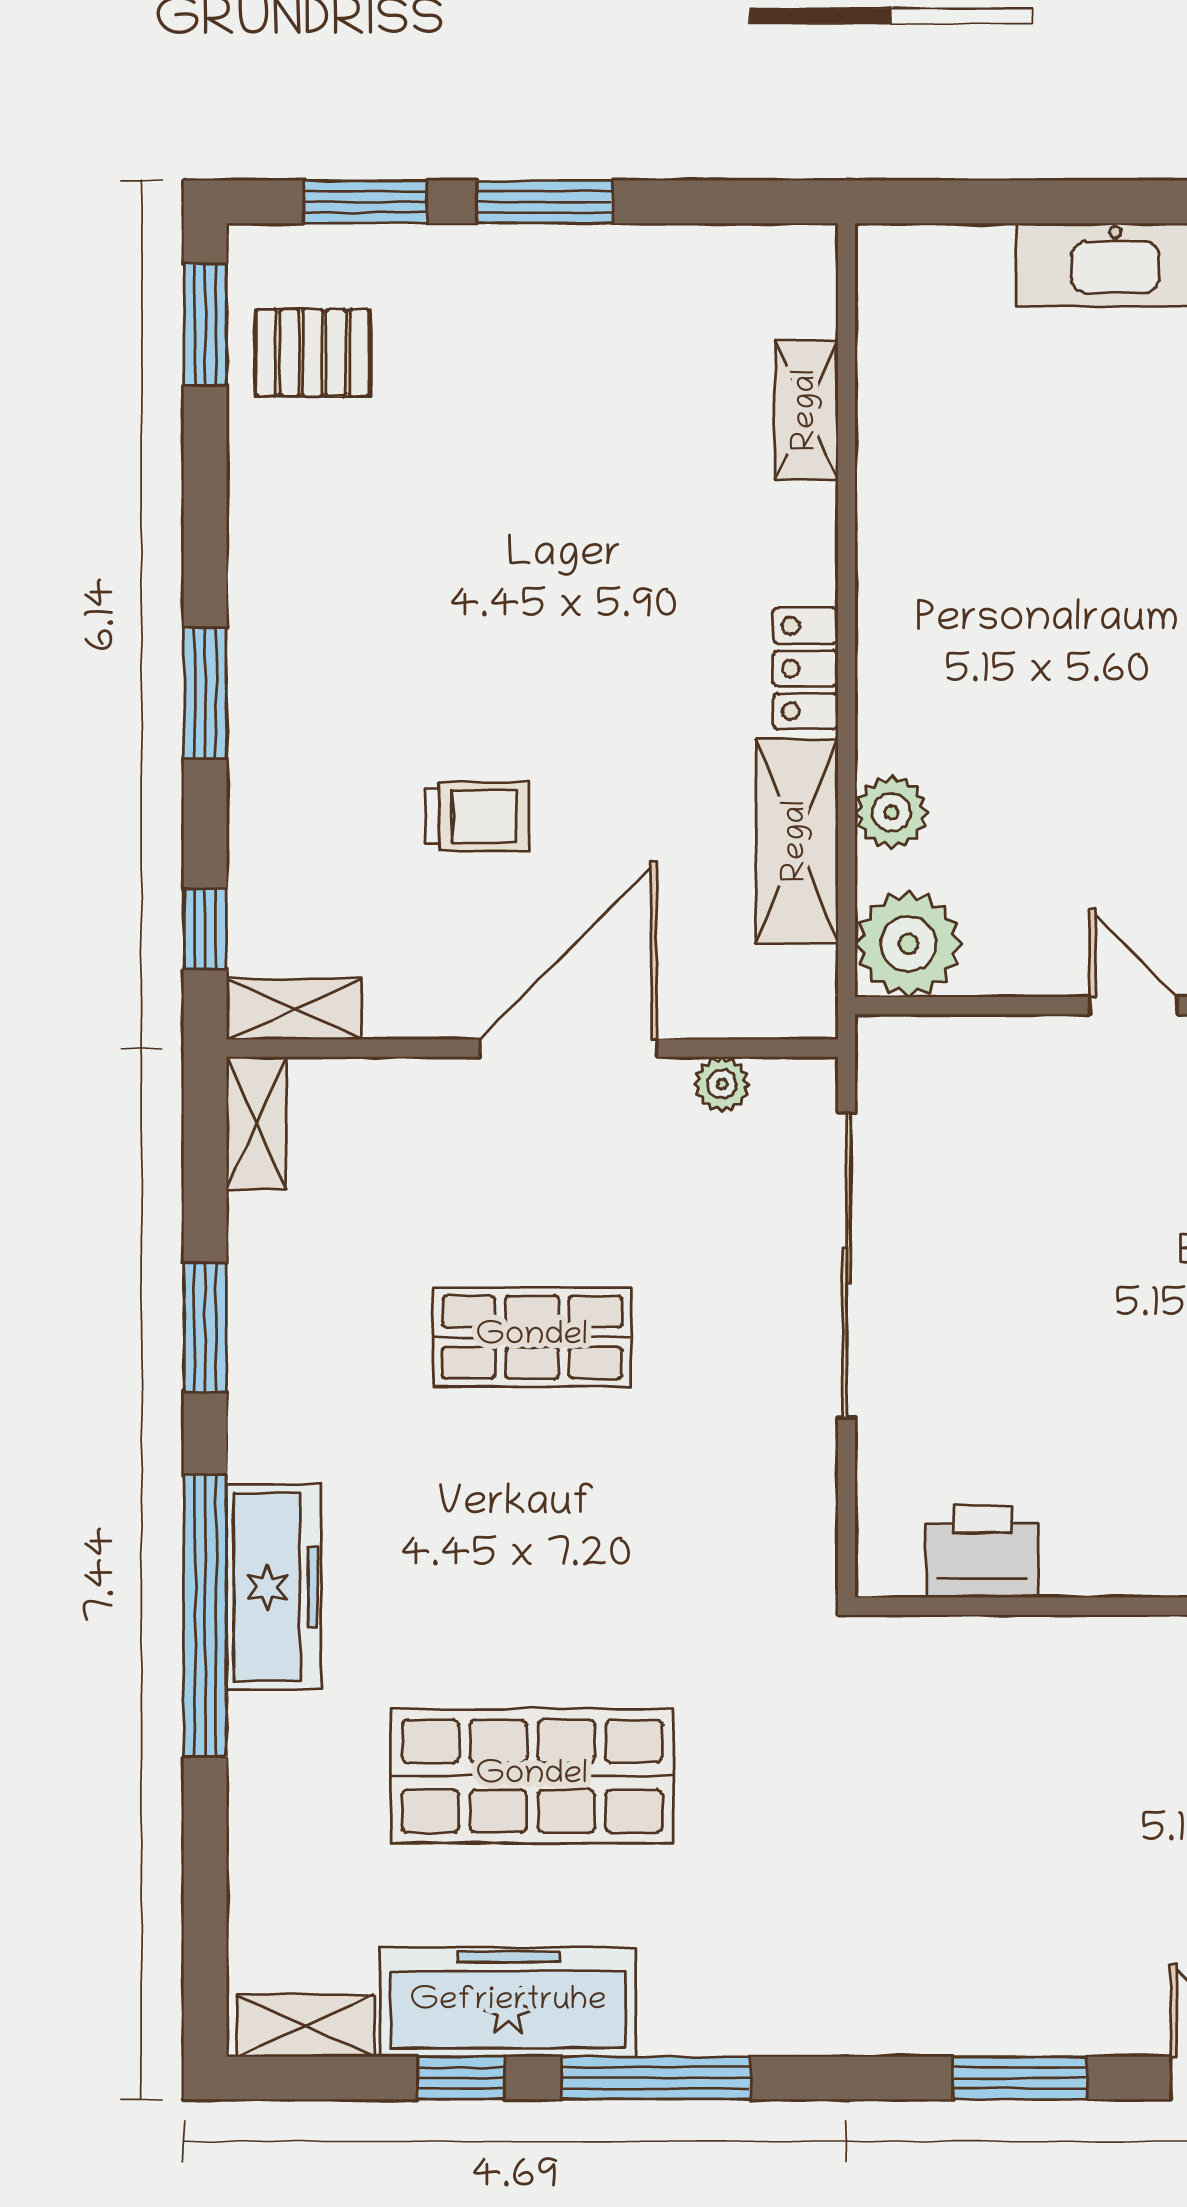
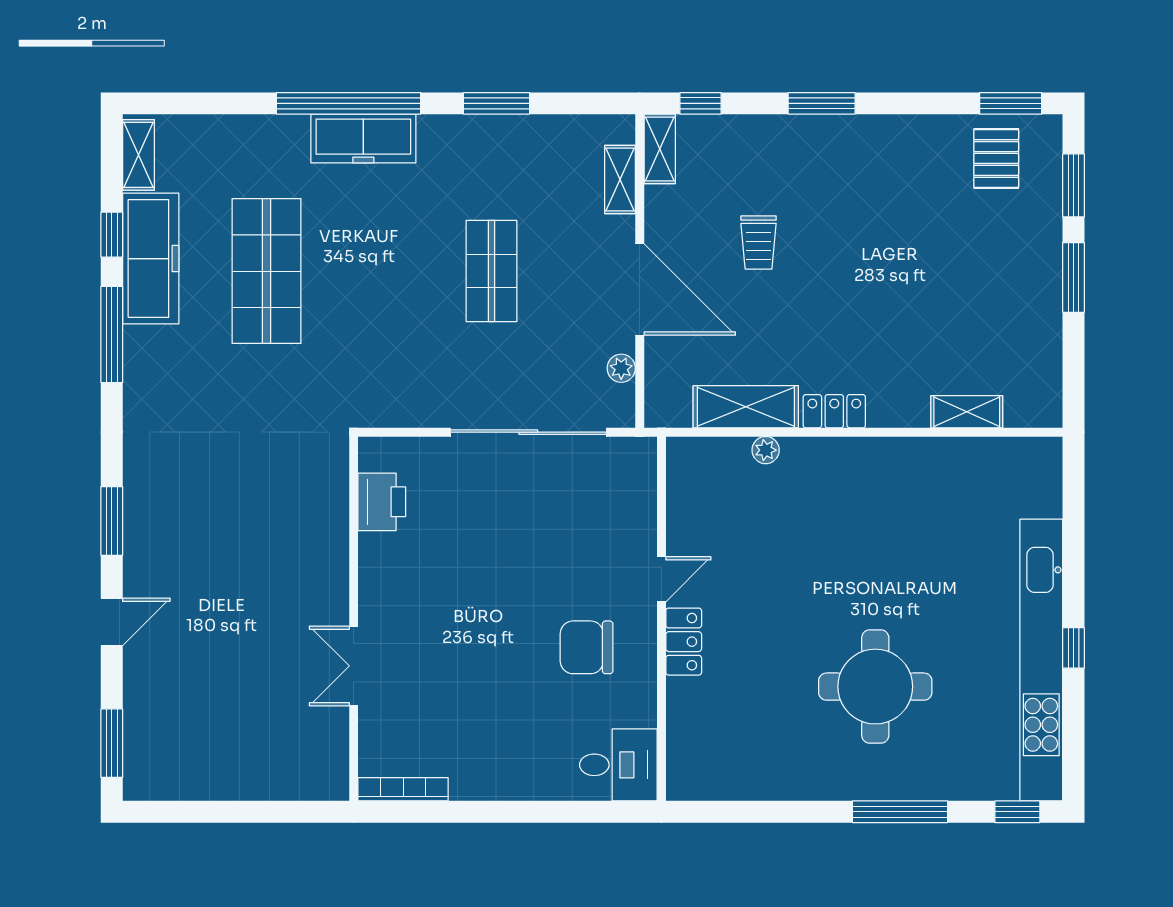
plant: (891, 812) -> (766, 450), width x0.73, depth x0.73
plant: (908, 944) -> (693, 464), removed
shelving: (256, 1123) -> (620, 180), moved, turned 90

